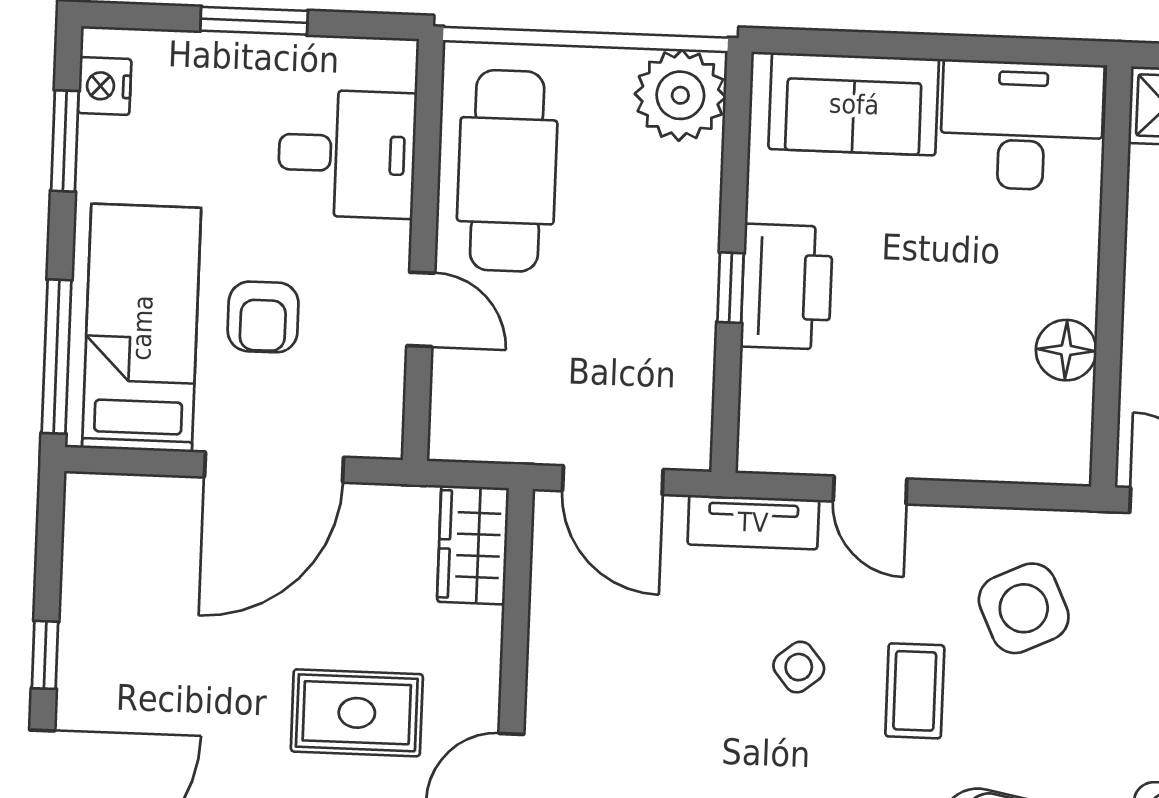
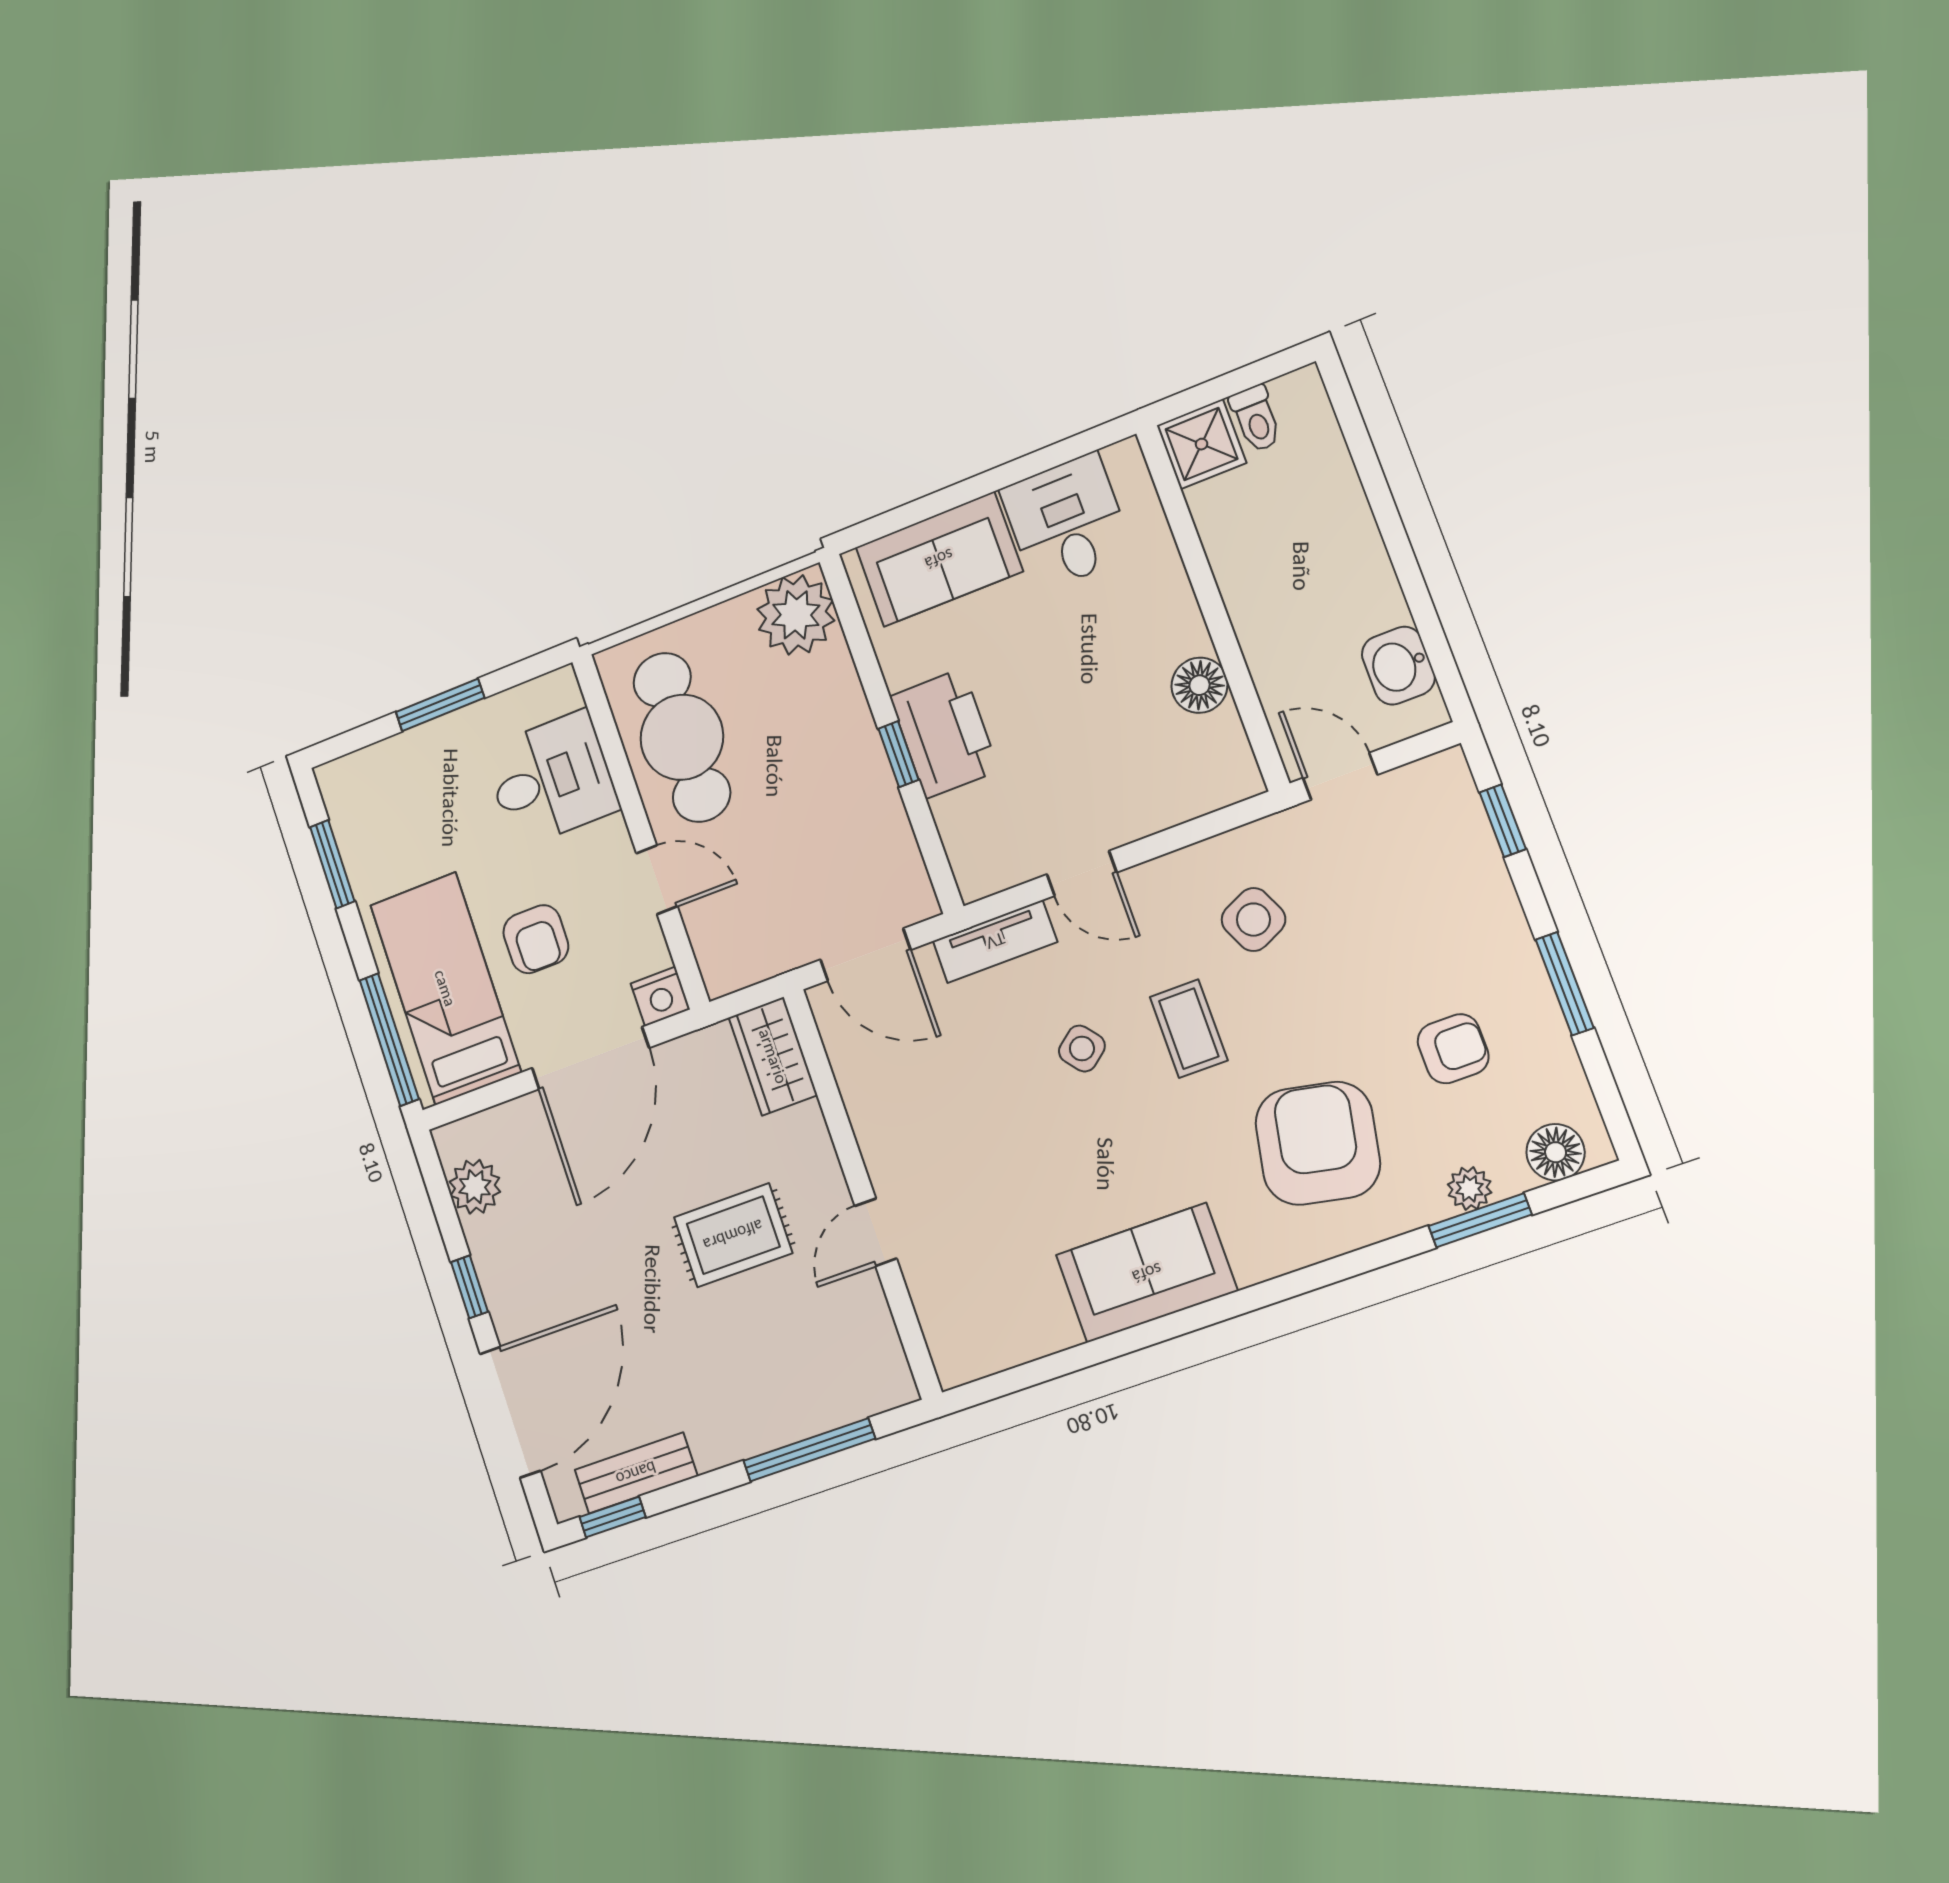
nightstand: (105, 86) -> (660, 996), moved, turned -90
desk: (1022, 126) -> (1067, 522), width x0.73
plant: (92, 552) -> (475, 1187), added
side table: (1024, 608) -> (1253, 920), width x0.73, depth x0.73

